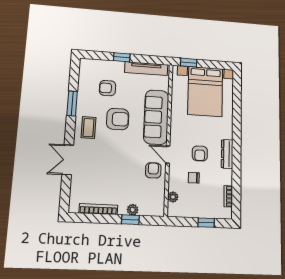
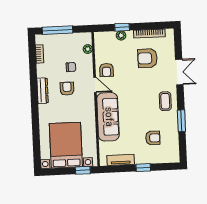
tv unit: (146, 69) -> (121, 160), width x0.71
armchair: (118, 119) -> (147, 58), moved
window: (206, 223) -> (58, 30), width x2.17

